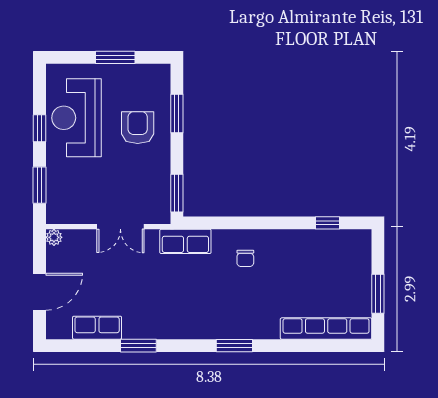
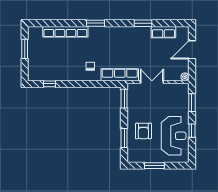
row of seats: (185, 241) -> (120, 75), width x1.48
row of seats: (326, 329) -> (65, 32), moved

